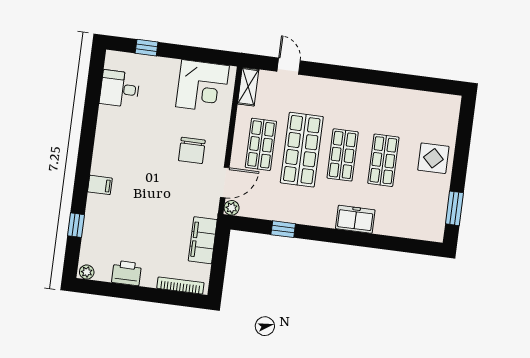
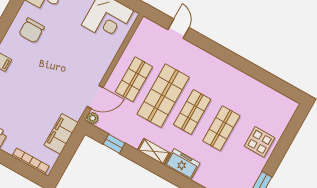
shelving: (248, 87) -> (154, 152), moved, turned 90
chair: (192, 150) -> (32, 30), moved
window: (283, 229) -> (114, 144), moved

